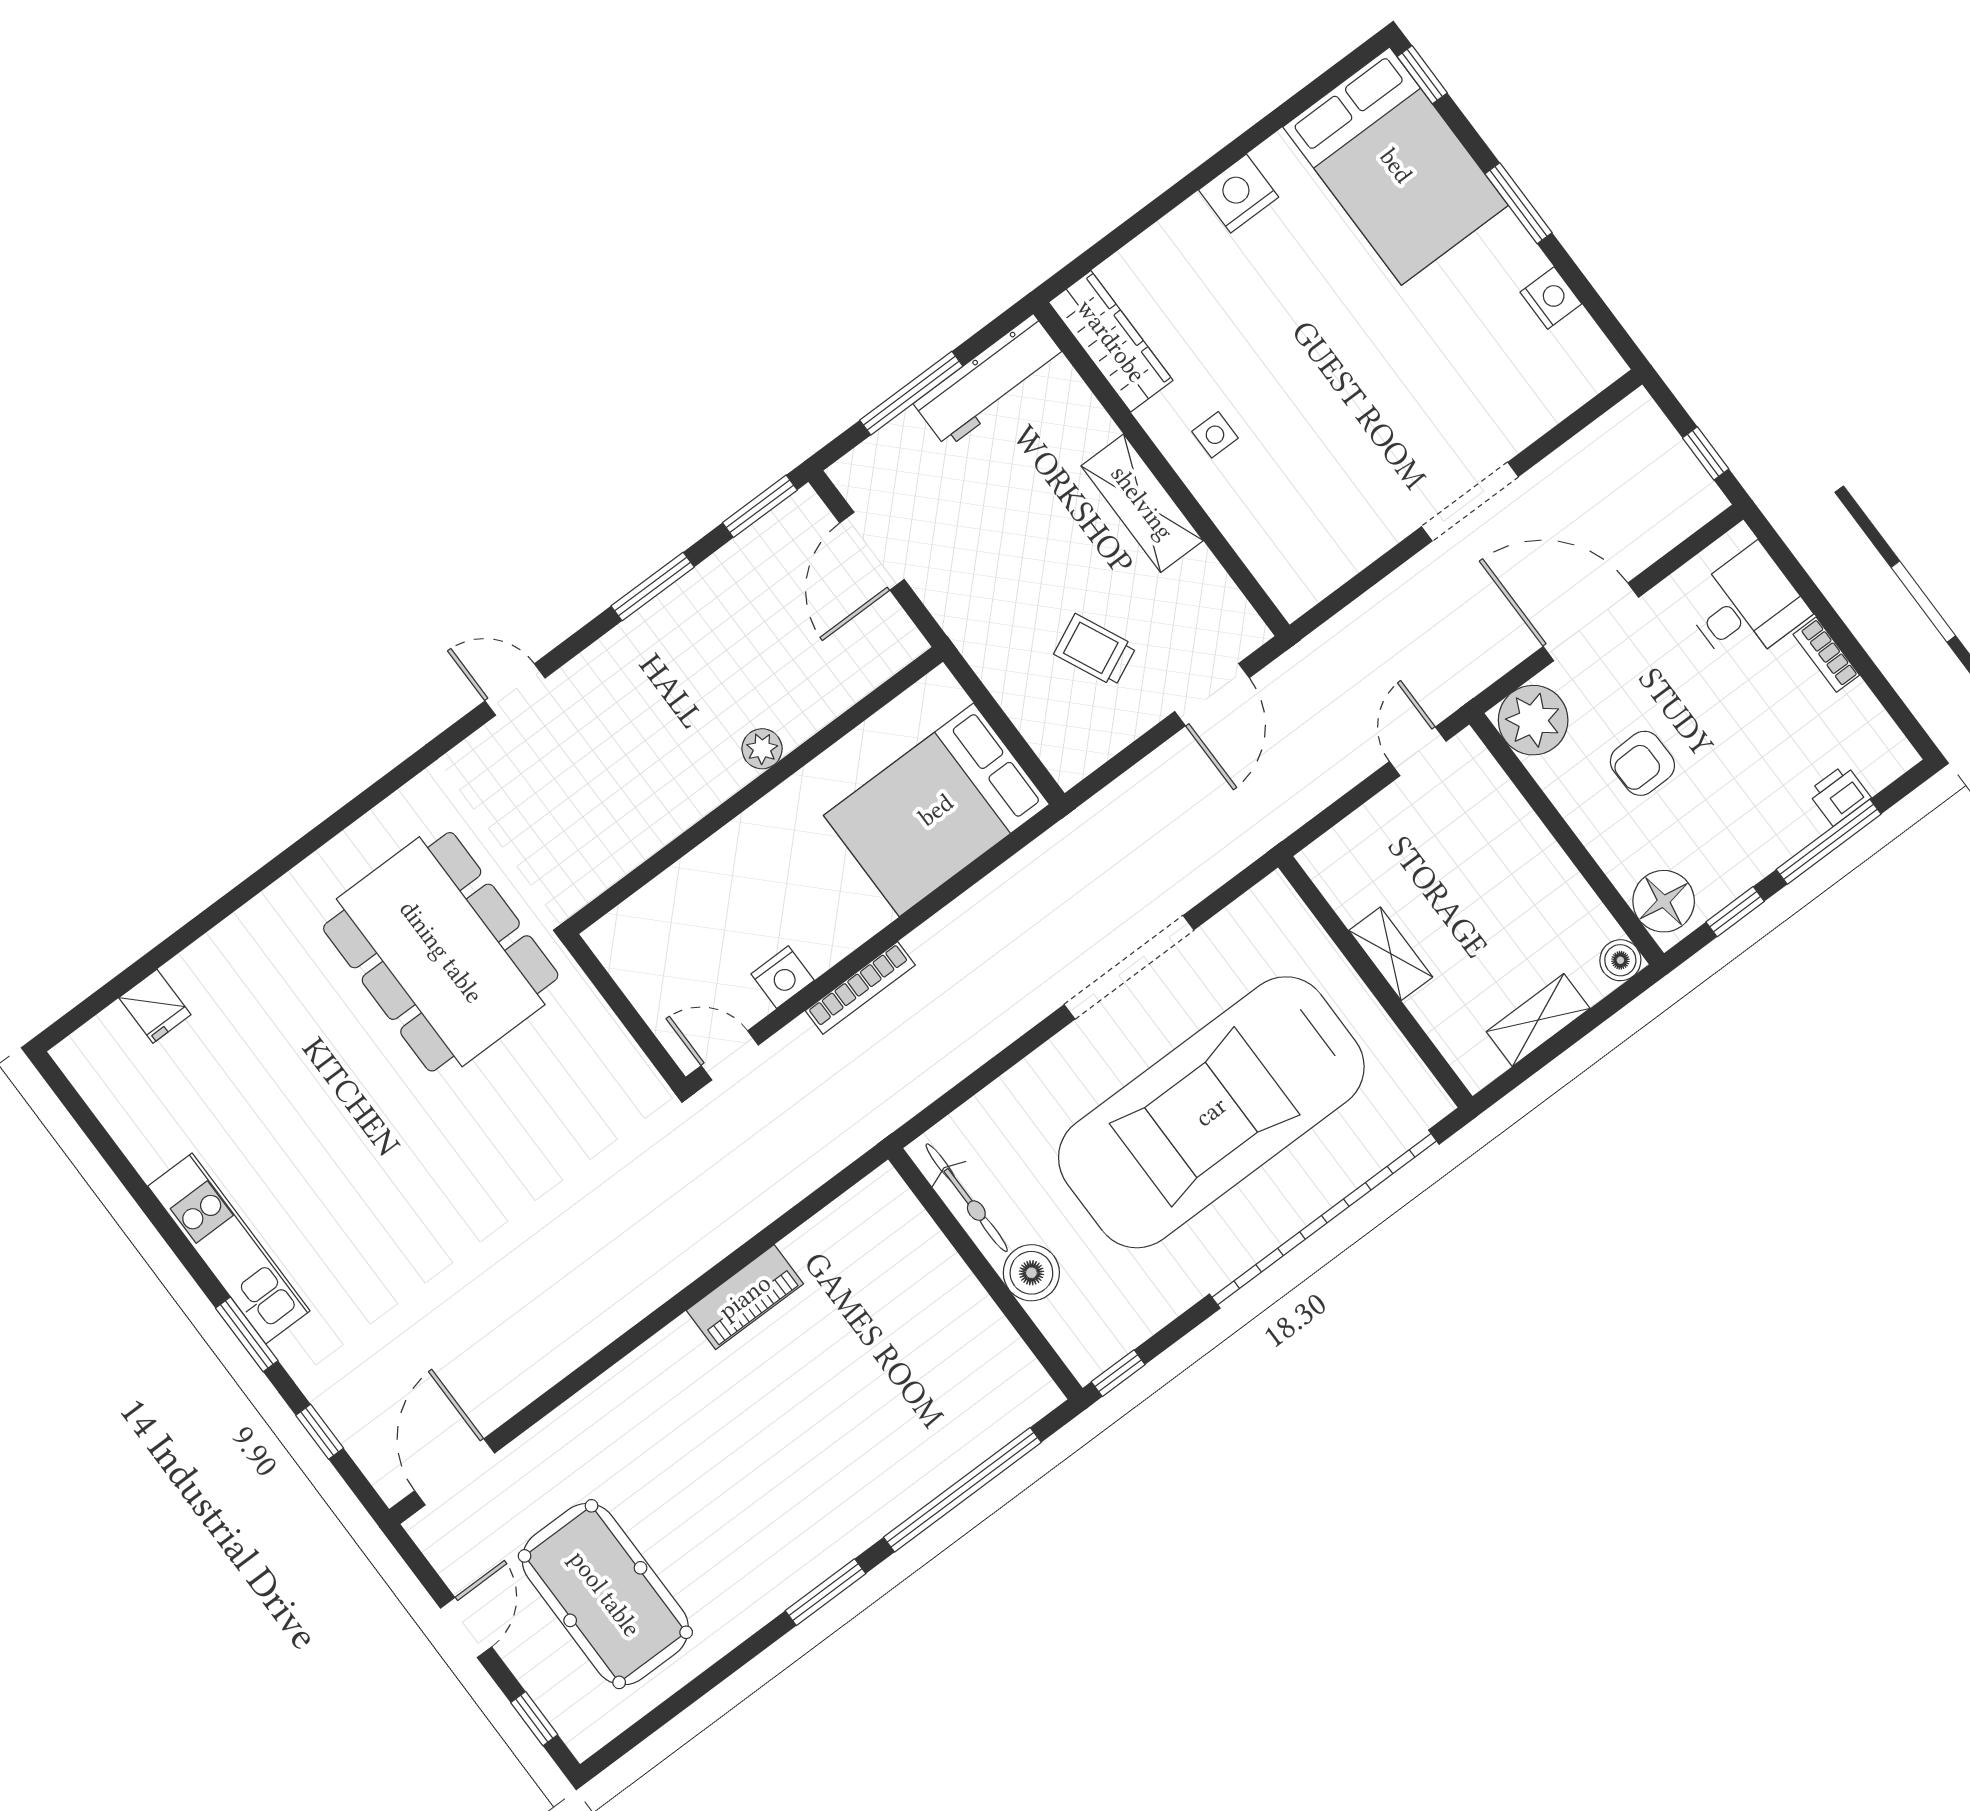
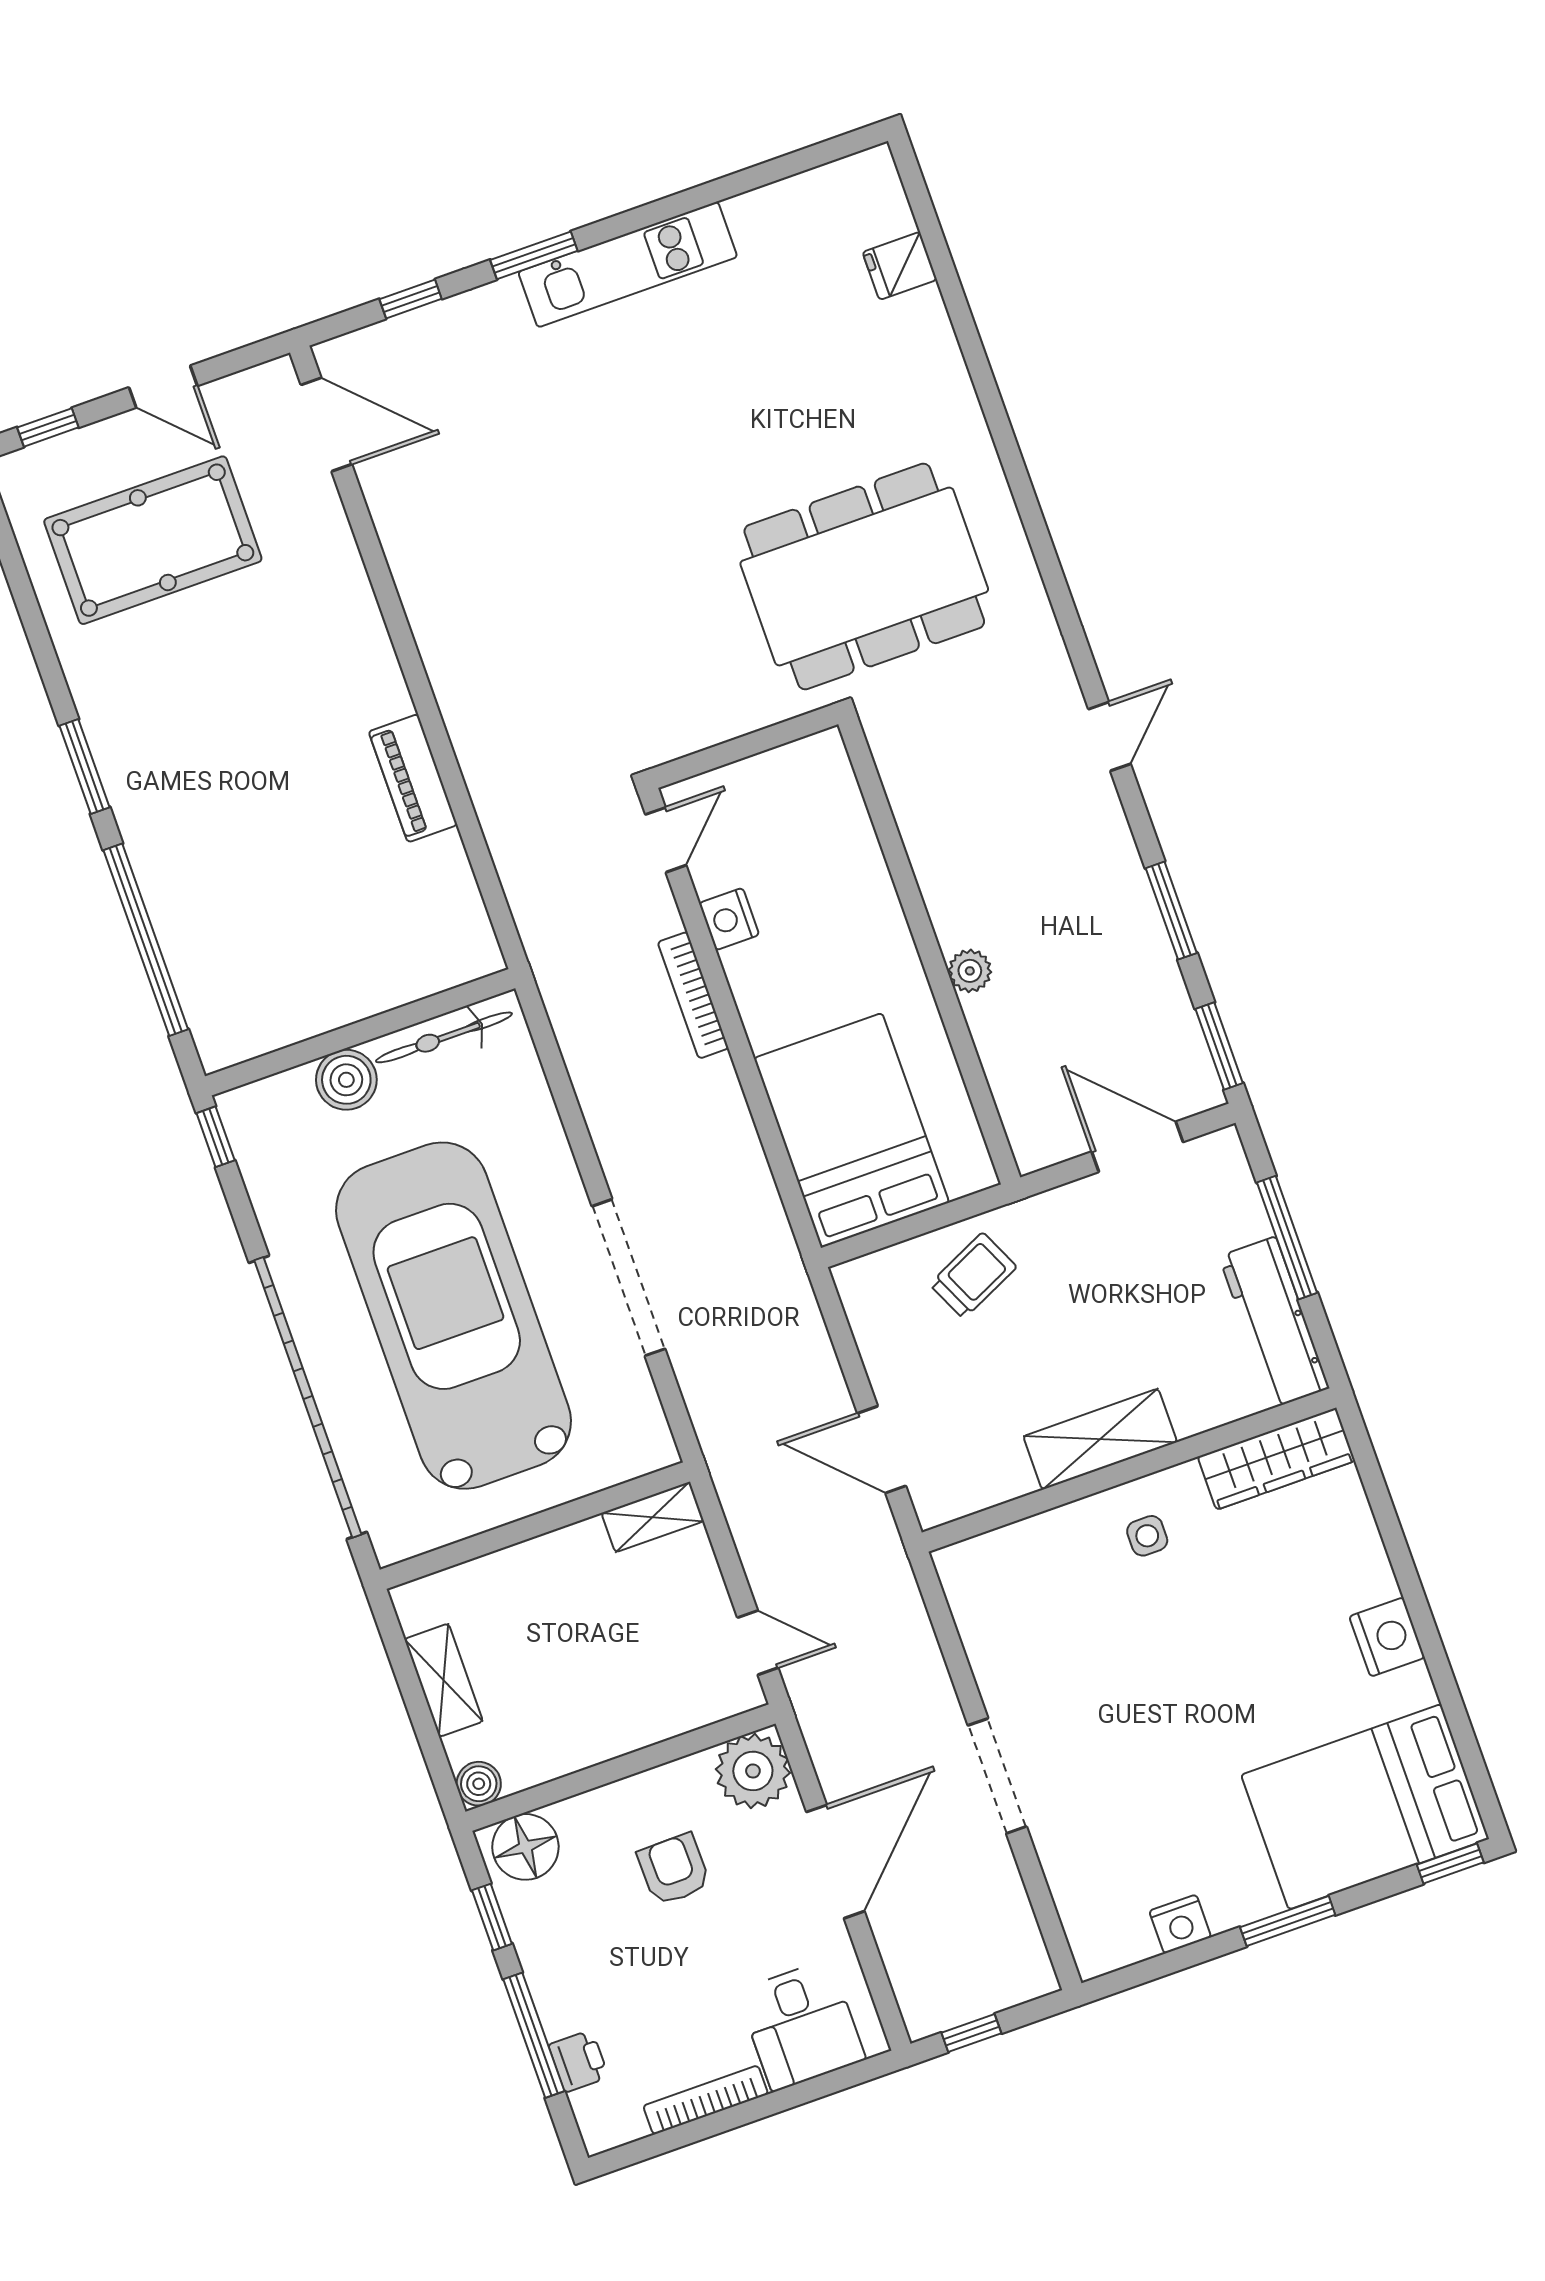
trolley: (1095, 650) -> (973, 1276), moved
bookcase: (1826, 655) -> (706, 2100), width x1.56
shelving: (1391, 954) -> (653, 1517), moved

